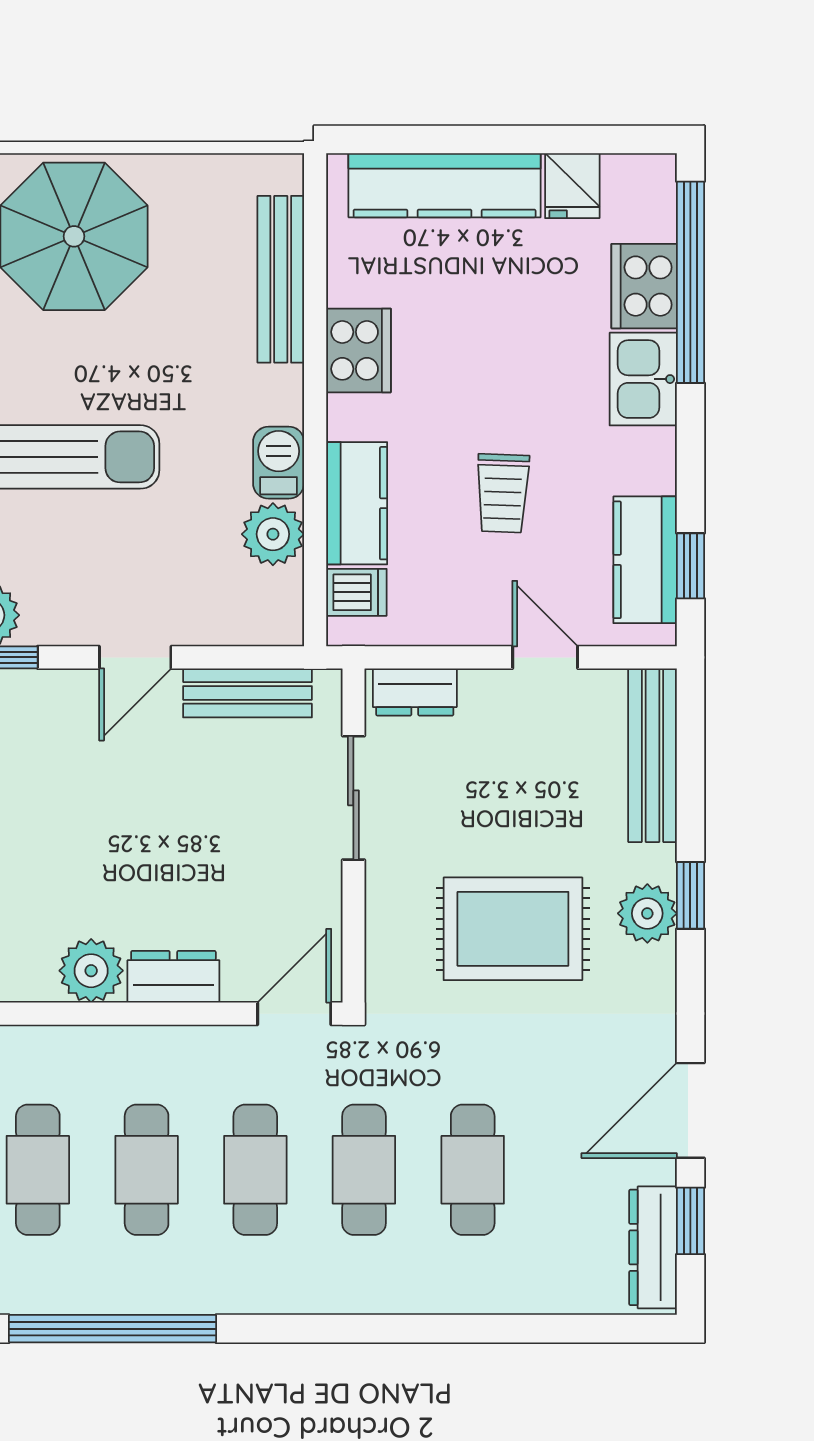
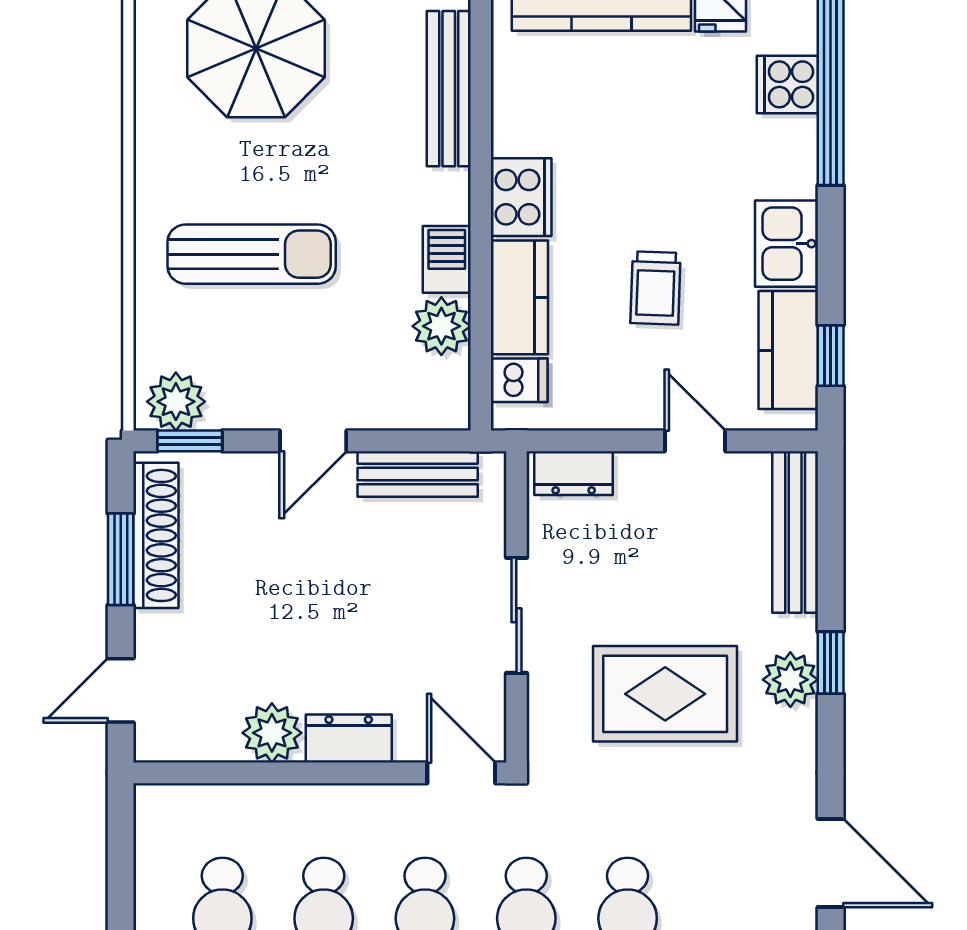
cooker: (644, 286) -> (787, 84), width x0.73
cooker: (358, 350) -> (521, 197), moved
kitchen sink: (643, 379) -> (786, 244), moved
sliding door: (353, 798) -> (516, 615), moved
door: (294, 1014) -> (461, 773), hinge flipped
door: (690, 1110) -> (831, 863), swing flipped

